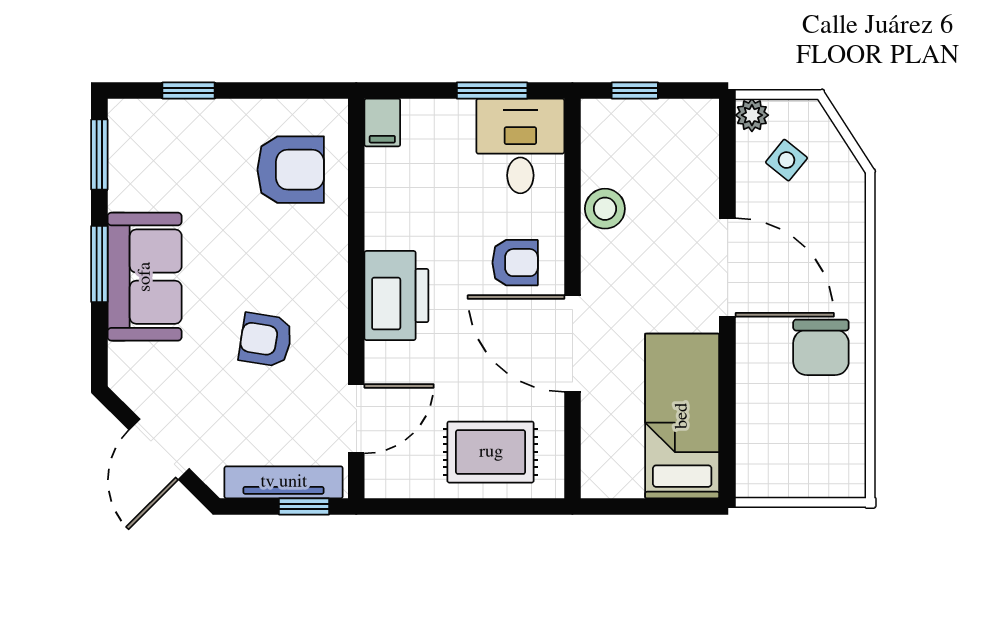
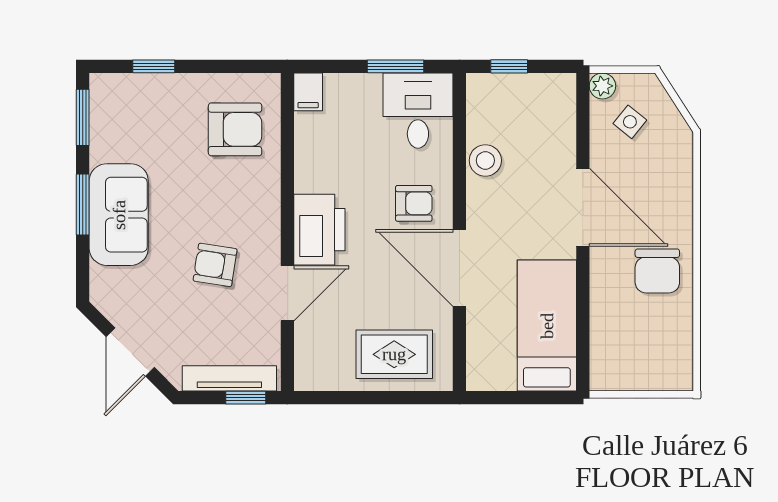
door: (356, 419) -> (287, 293), moved

